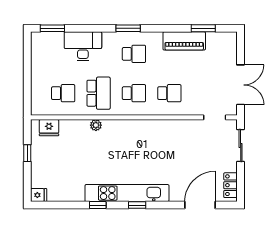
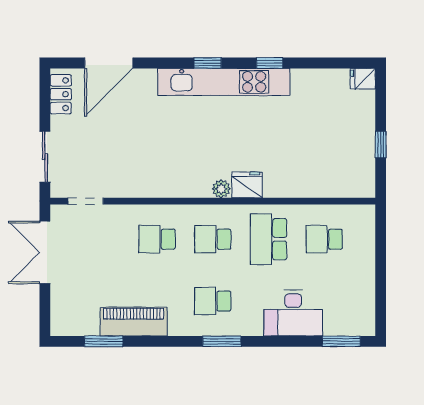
plant: (96, 125) -> (221, 189), moved
fridge: (49, 128) -> (247, 185), moved

